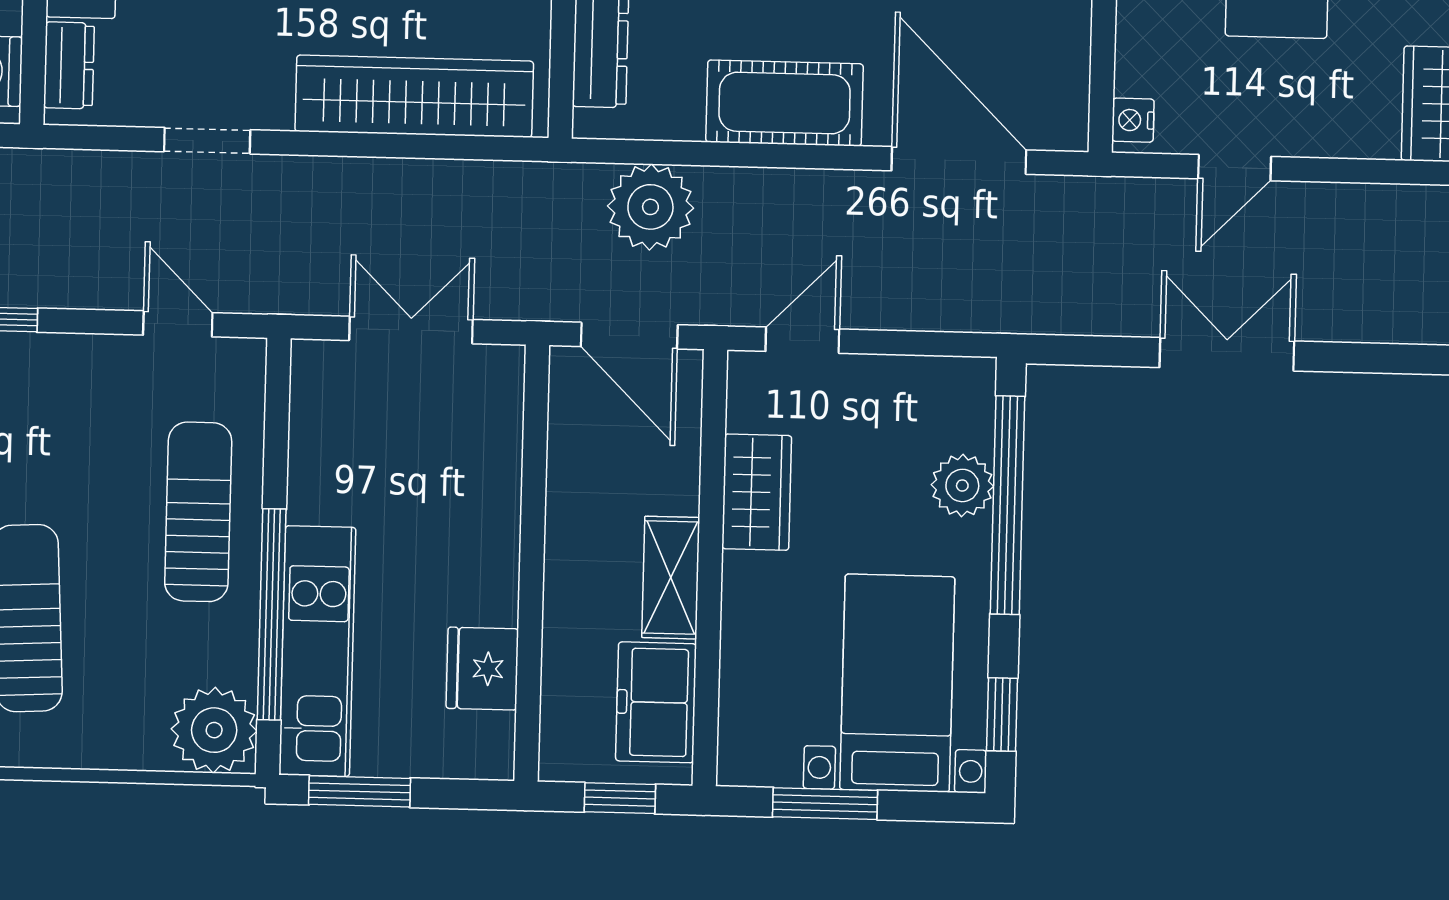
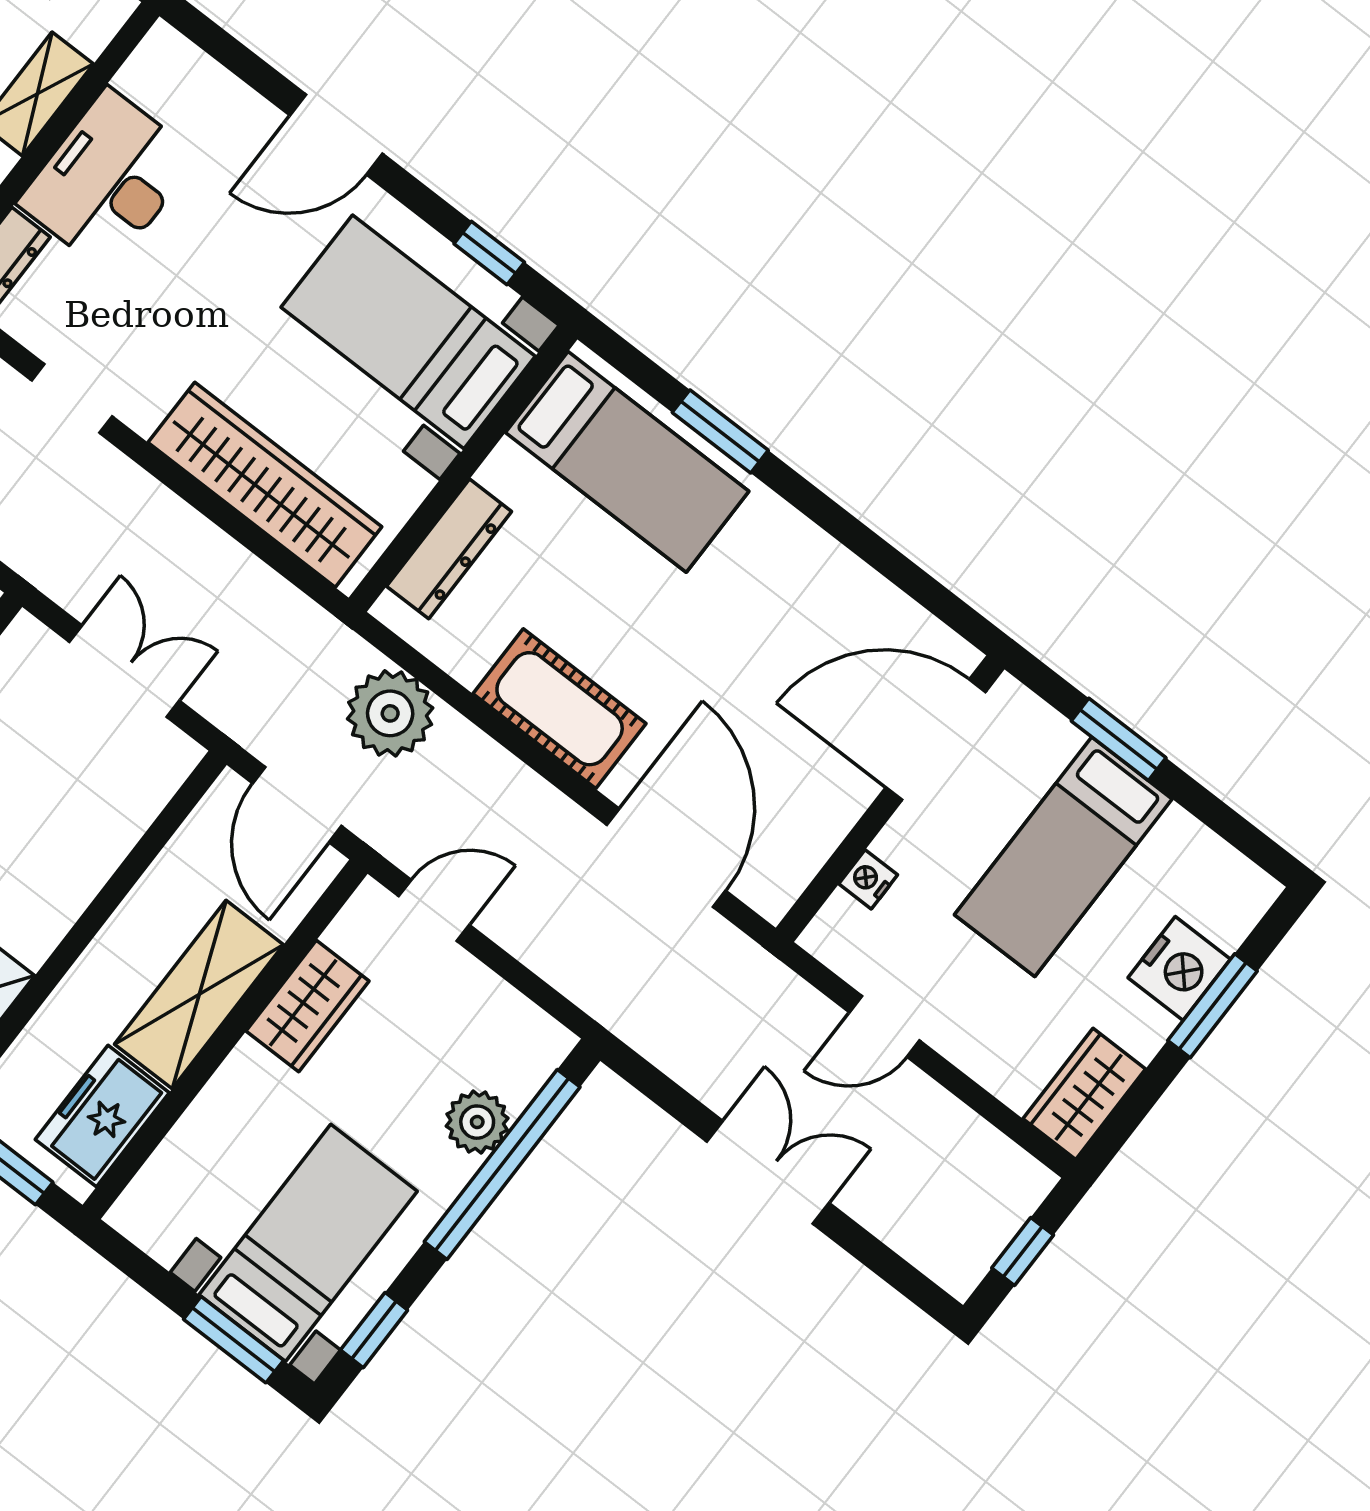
nightstand: (1133, 120) -> (868, 879), moved
shelving: (671, 578) -> (199, 995), width x1.50, depth x1.33
window: (825, 804) -> (233, 1340), moved

